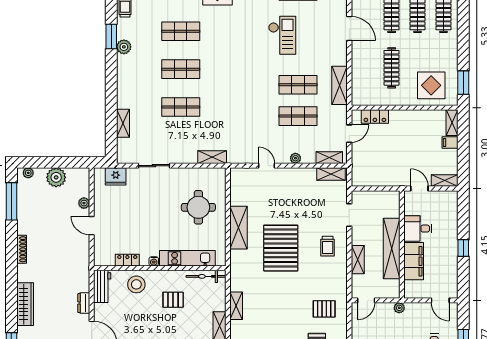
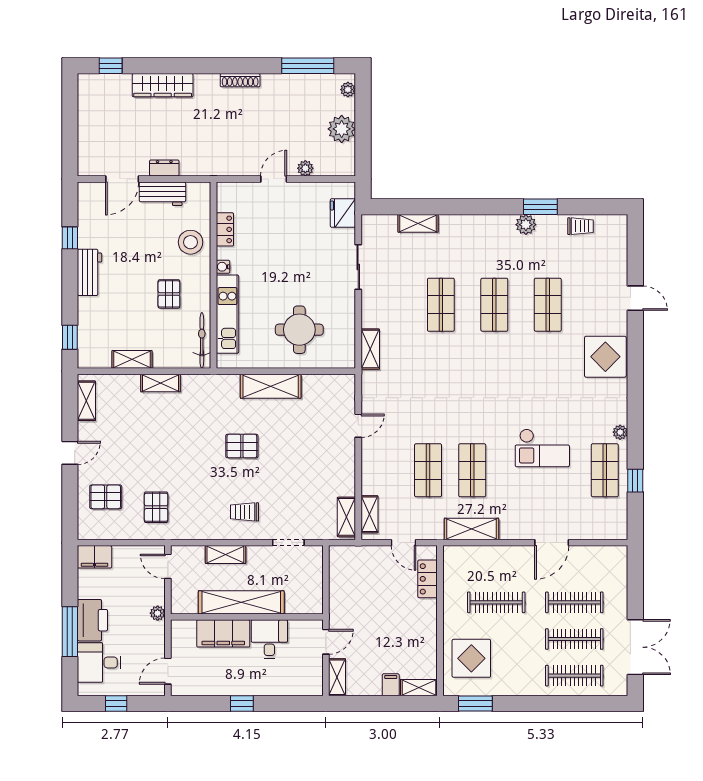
plant: (295, 158) -> (369, 467), removed
pallet: (281, 248) -> (242, 446), width x0.49, depth x0.50
workbench: (102, 286) -> (162, 194), moved

